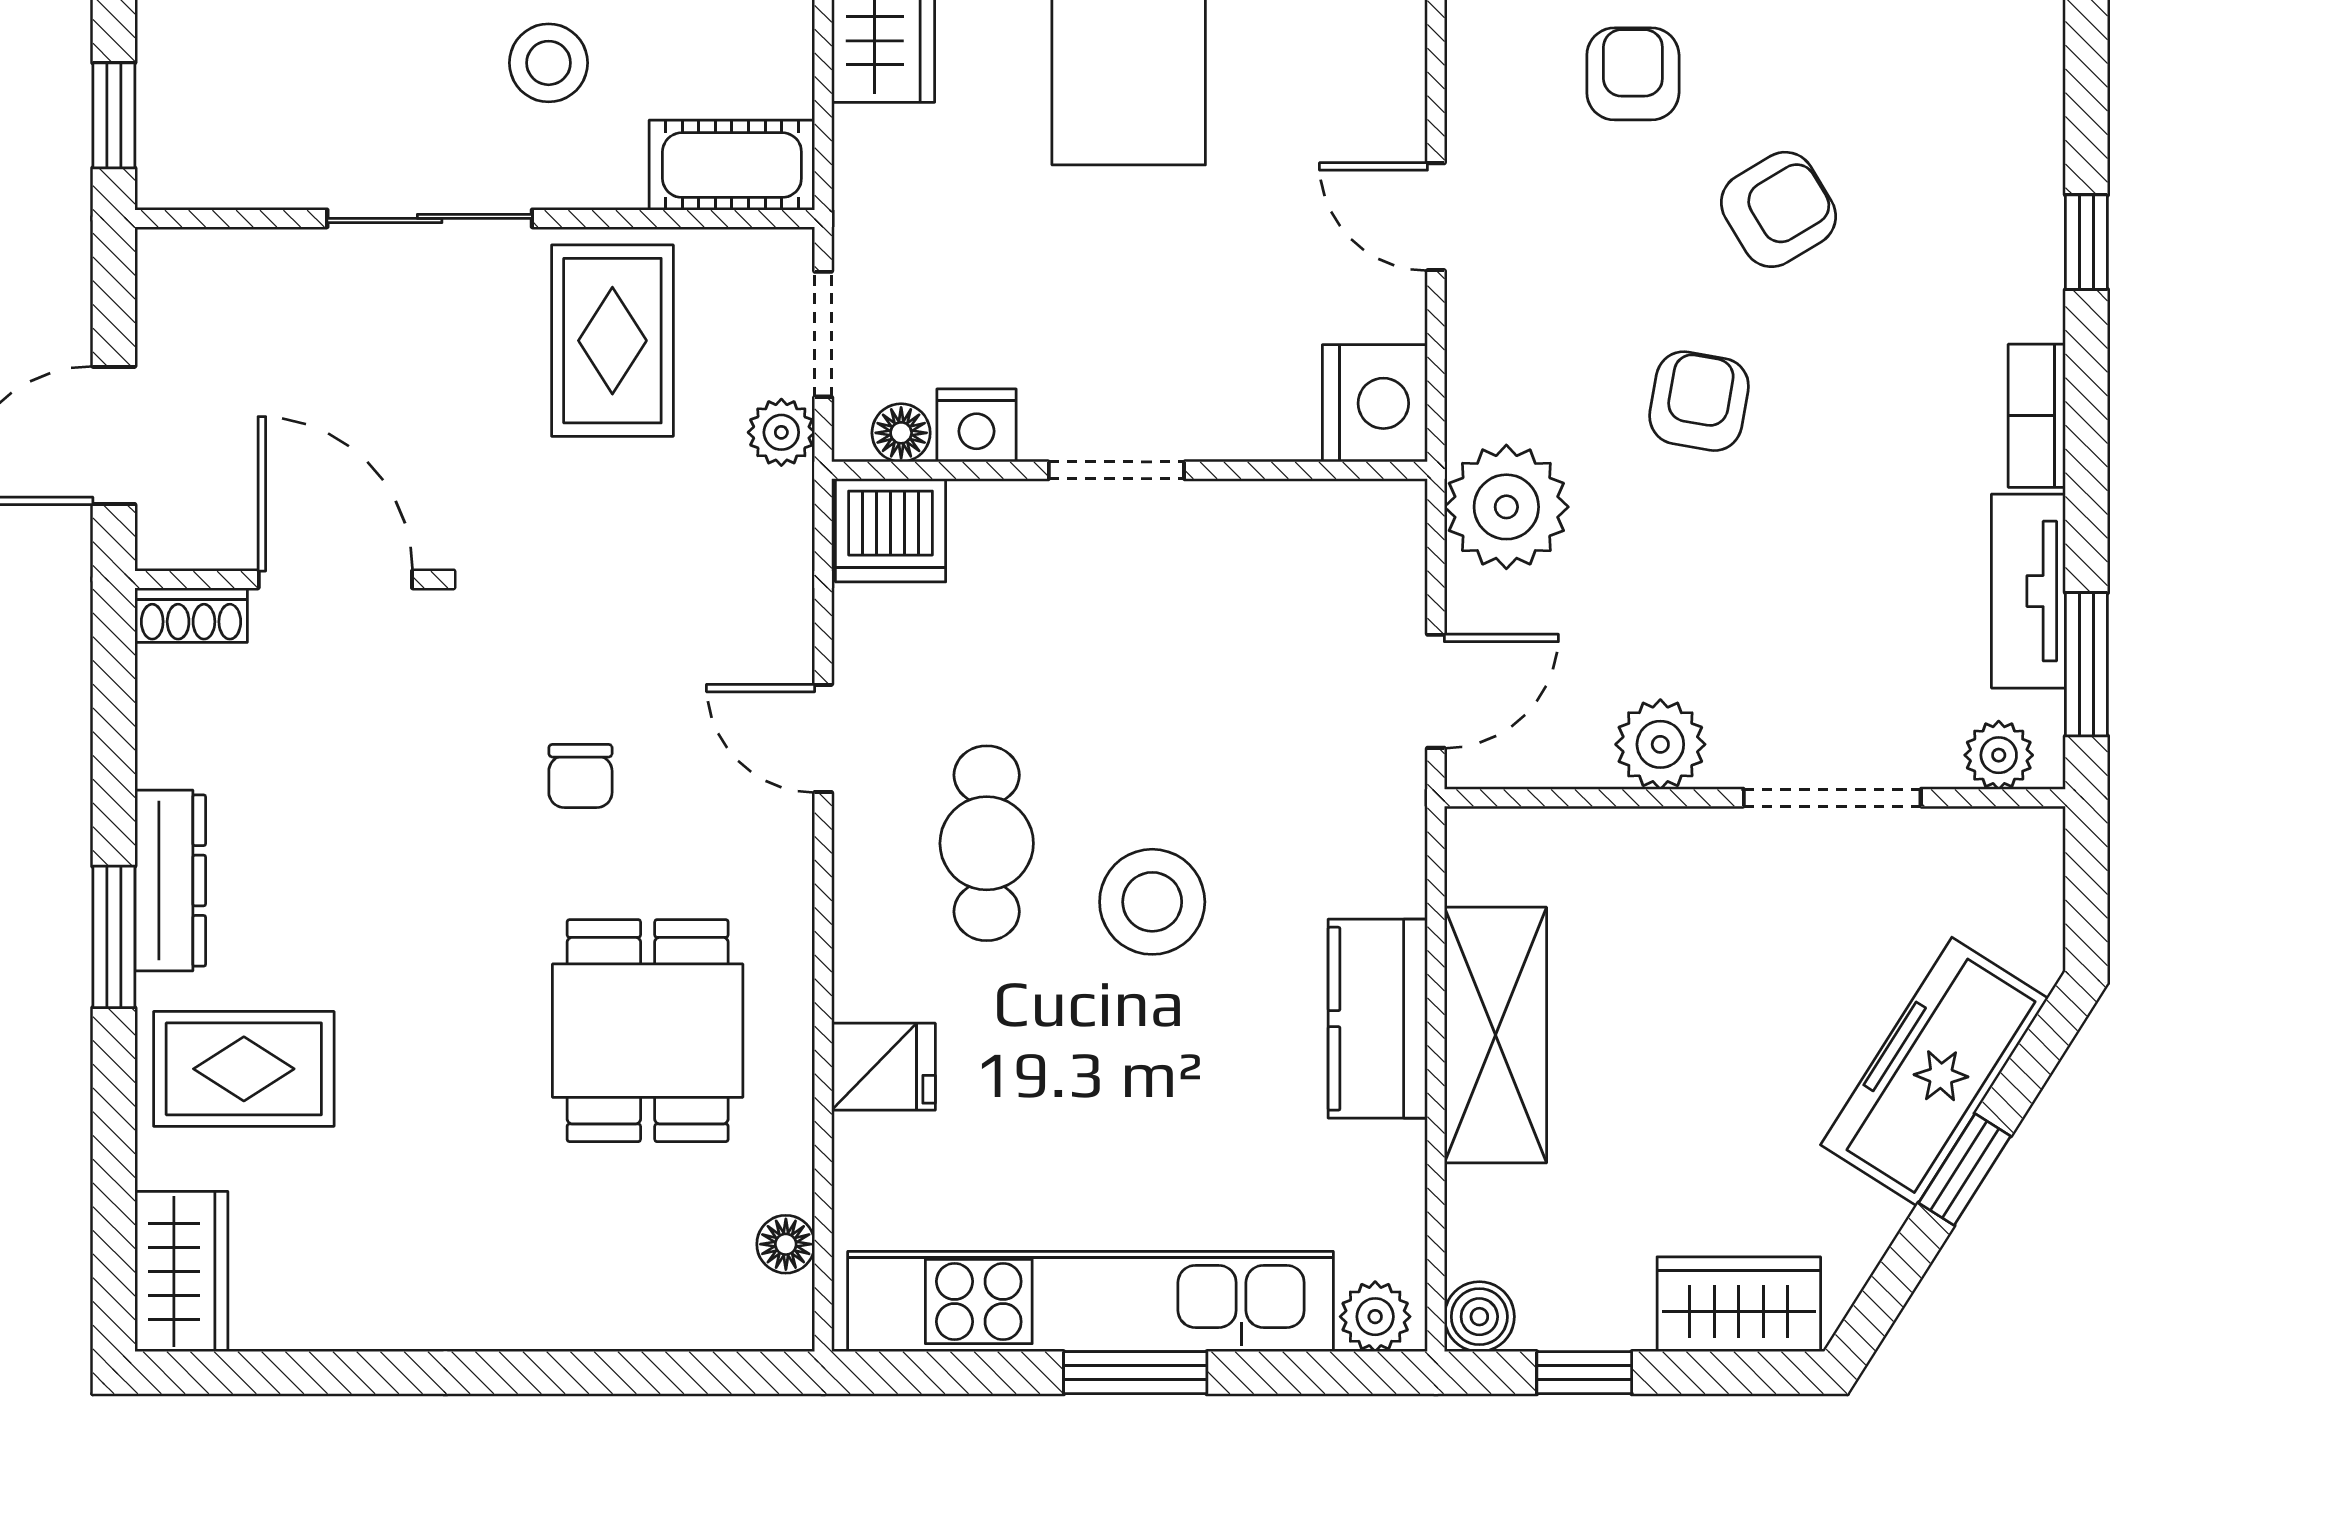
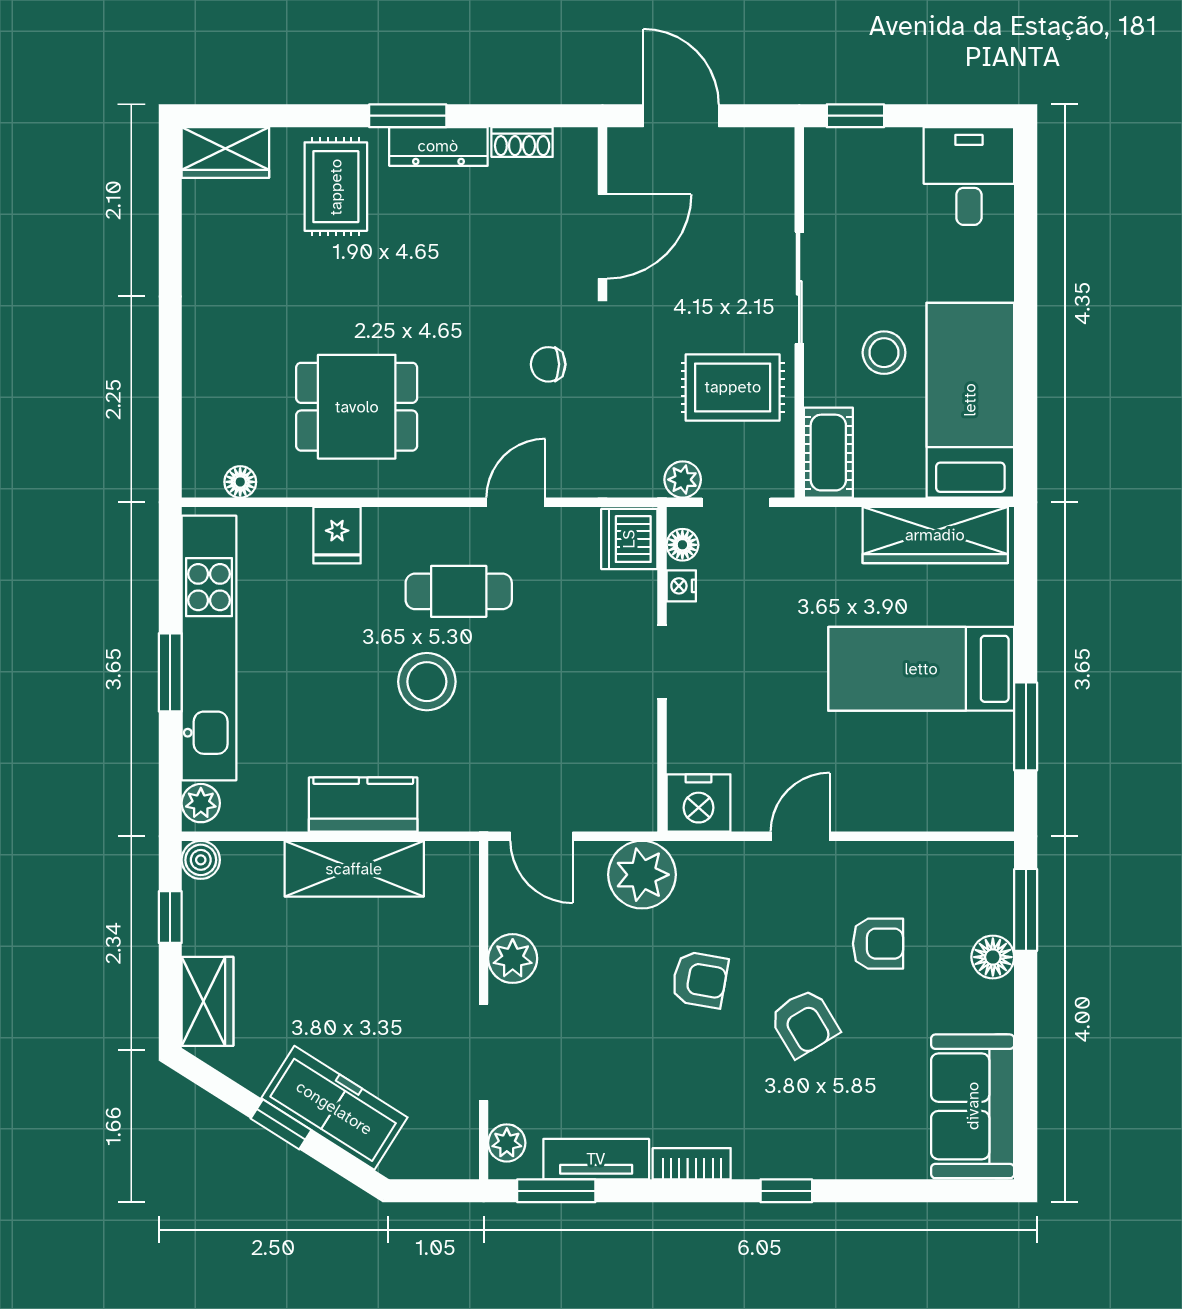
nightstand: (976, 425) -> (681, 586), width x0.72, depth x0.74
shoe rack: (191, 615) -> (522, 142), moved, turned -90
chair: (580, 776) -> (548, 364), moved

